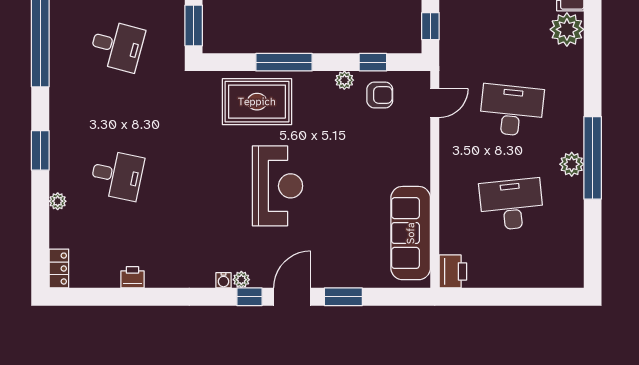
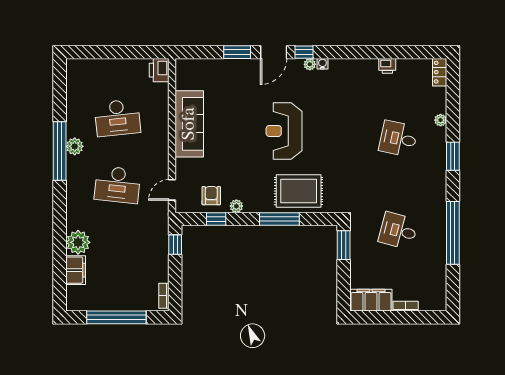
armchair: (380, 95) -> (211, 196), turned 90
sofa: (411, 233) -> (189, 124), moved

